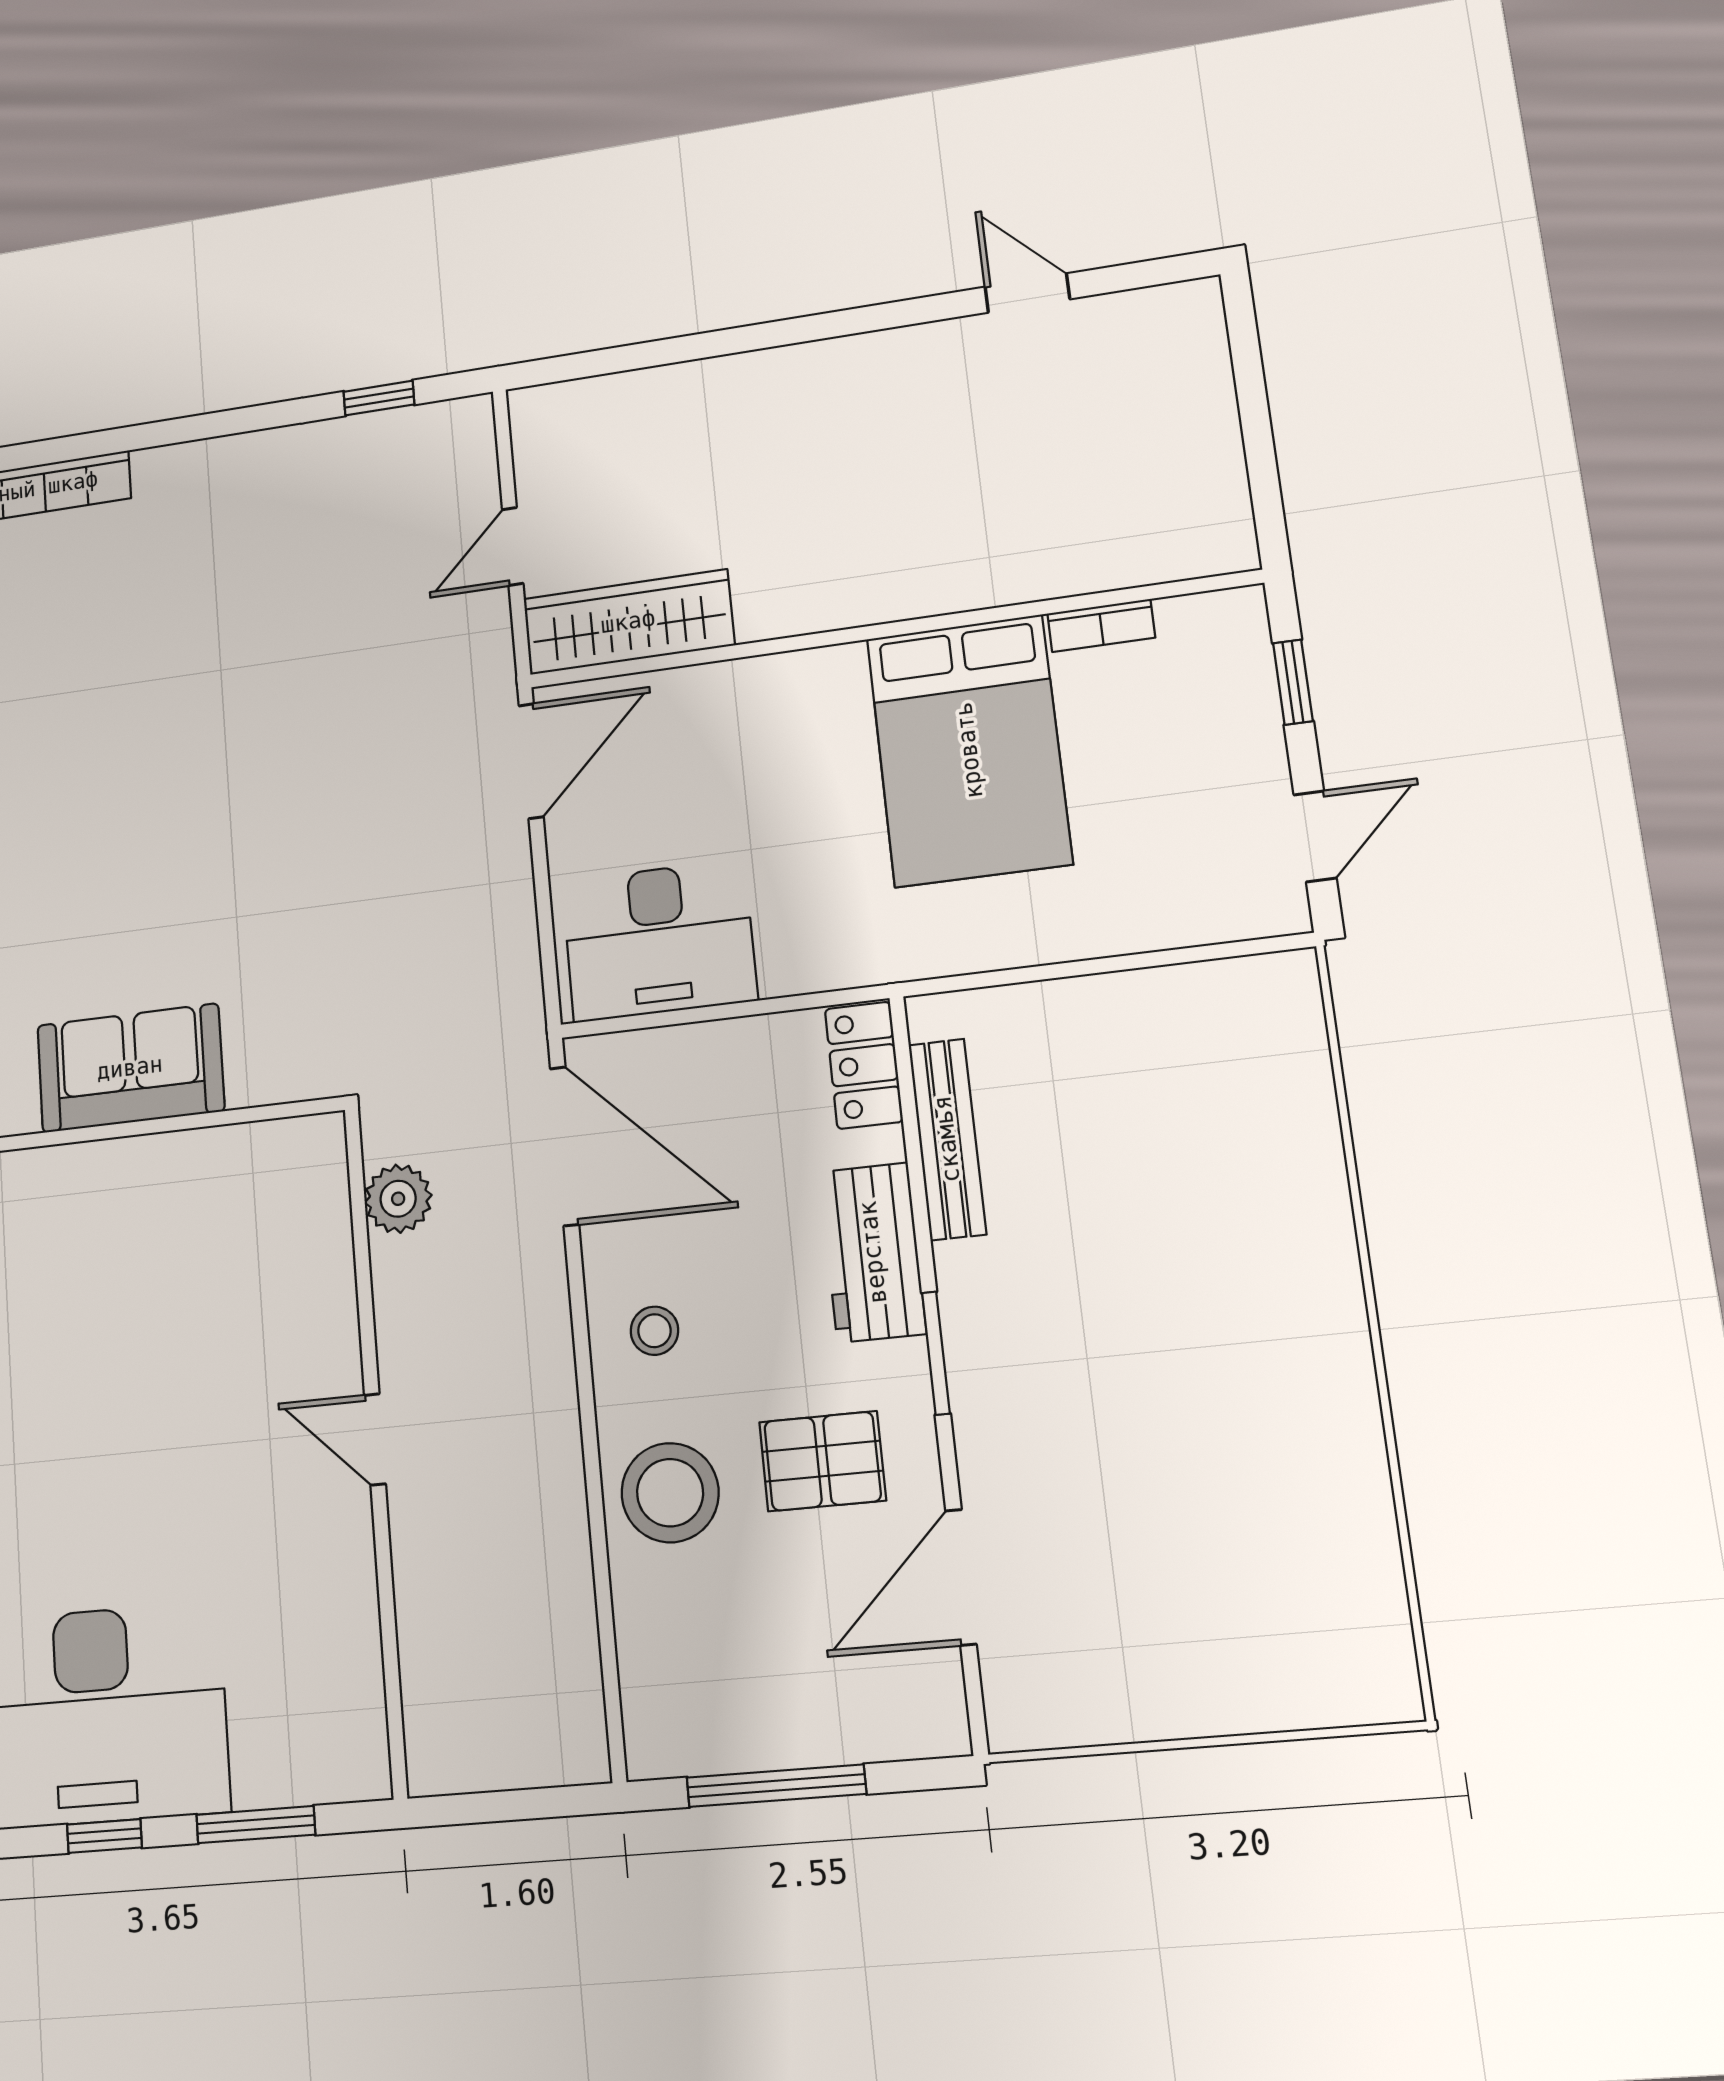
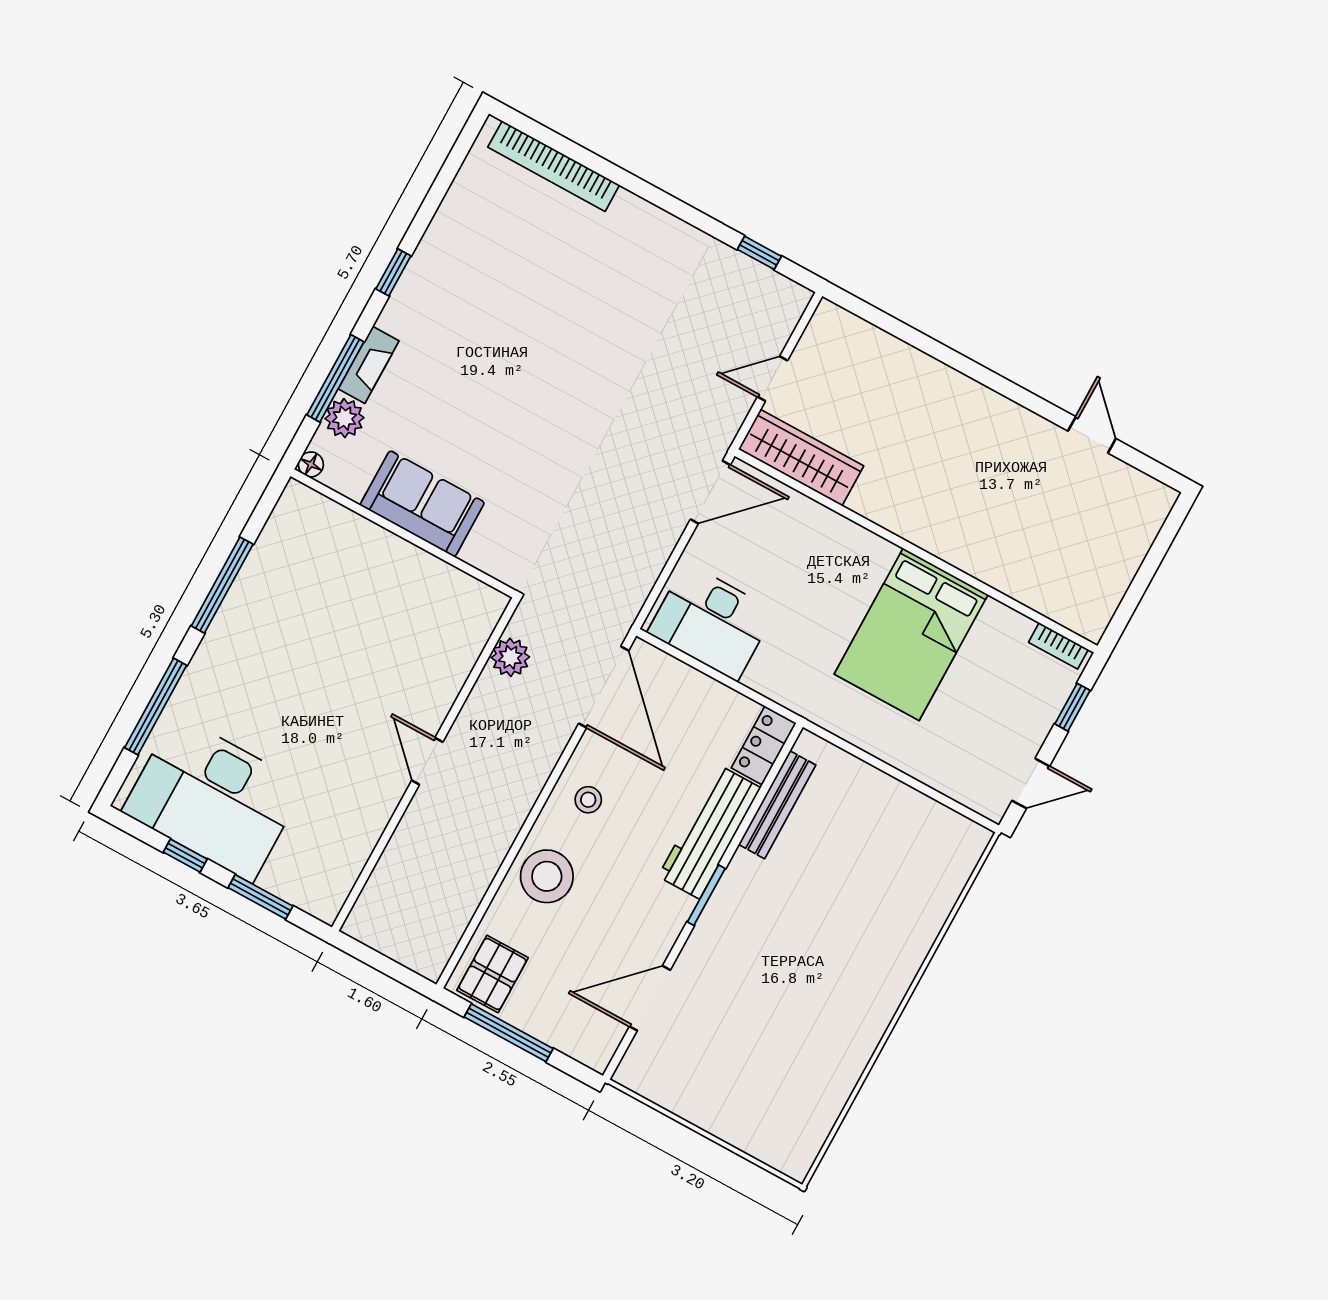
bookcase: (1101, 625) -> (1058, 646), moved
workbench: (873, 1252) -> (709, 832), width x1.38
pallet: (823, 1461) -> (492, 974), moved, turned 90

